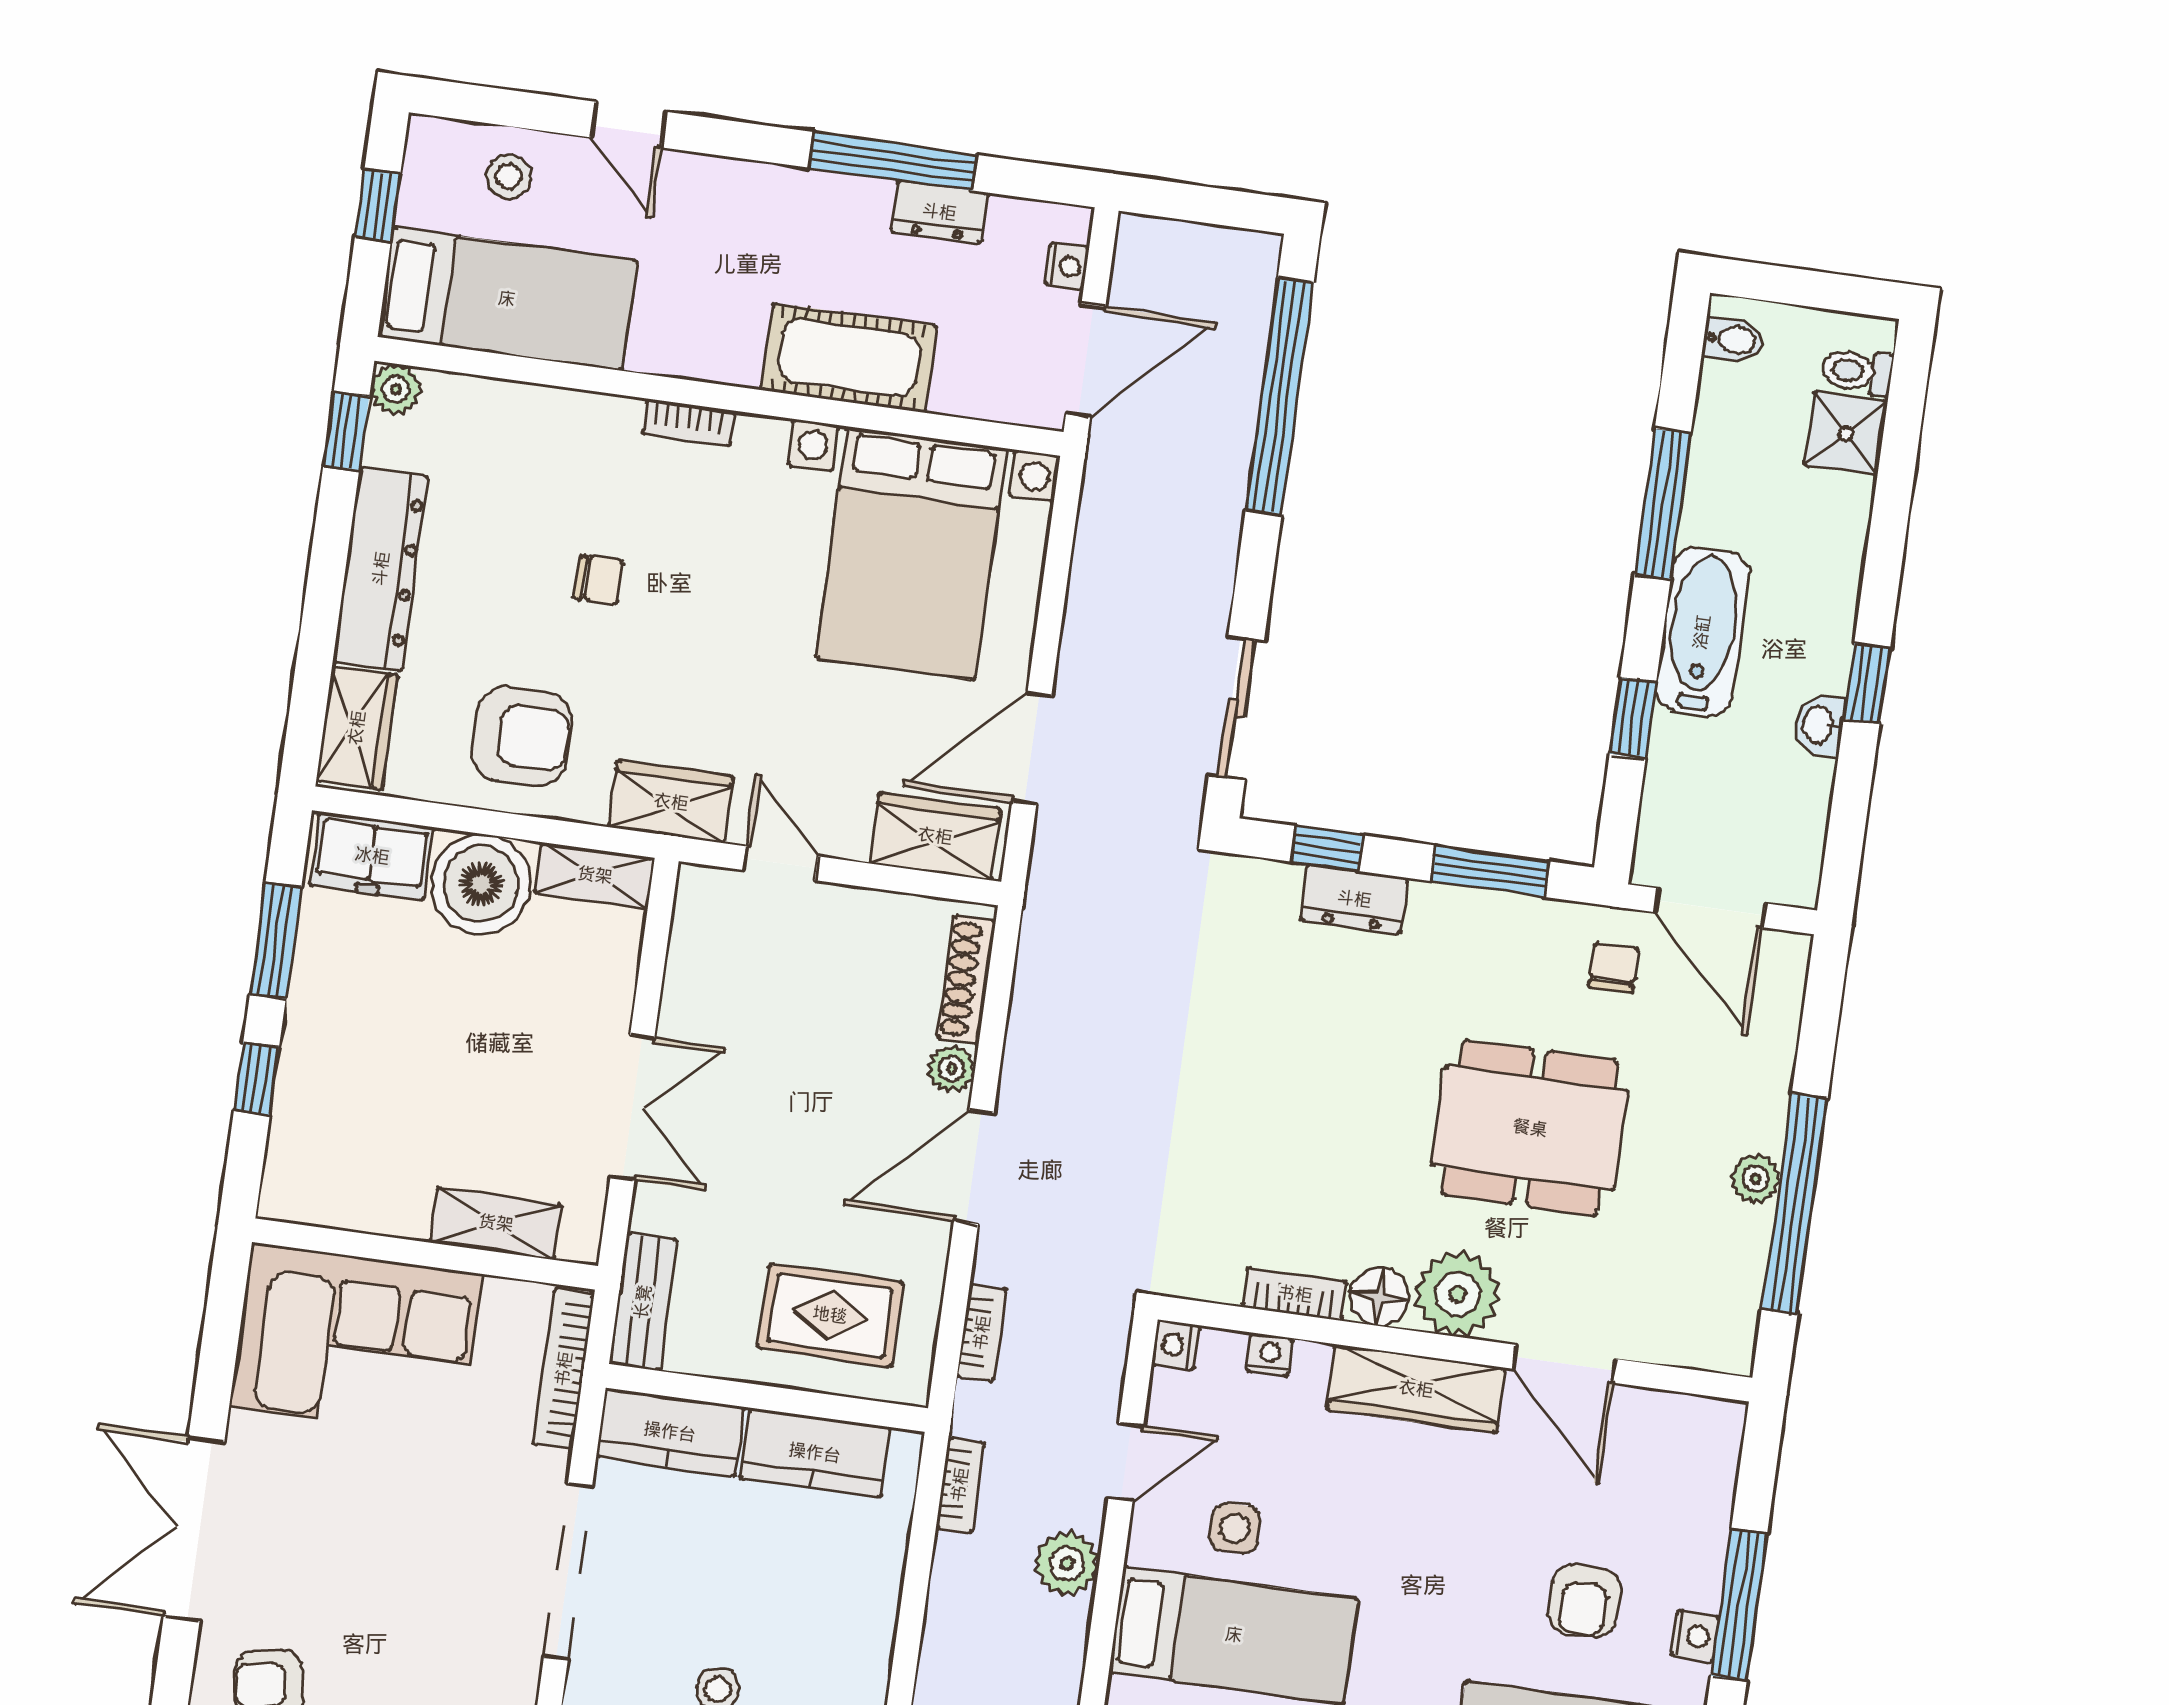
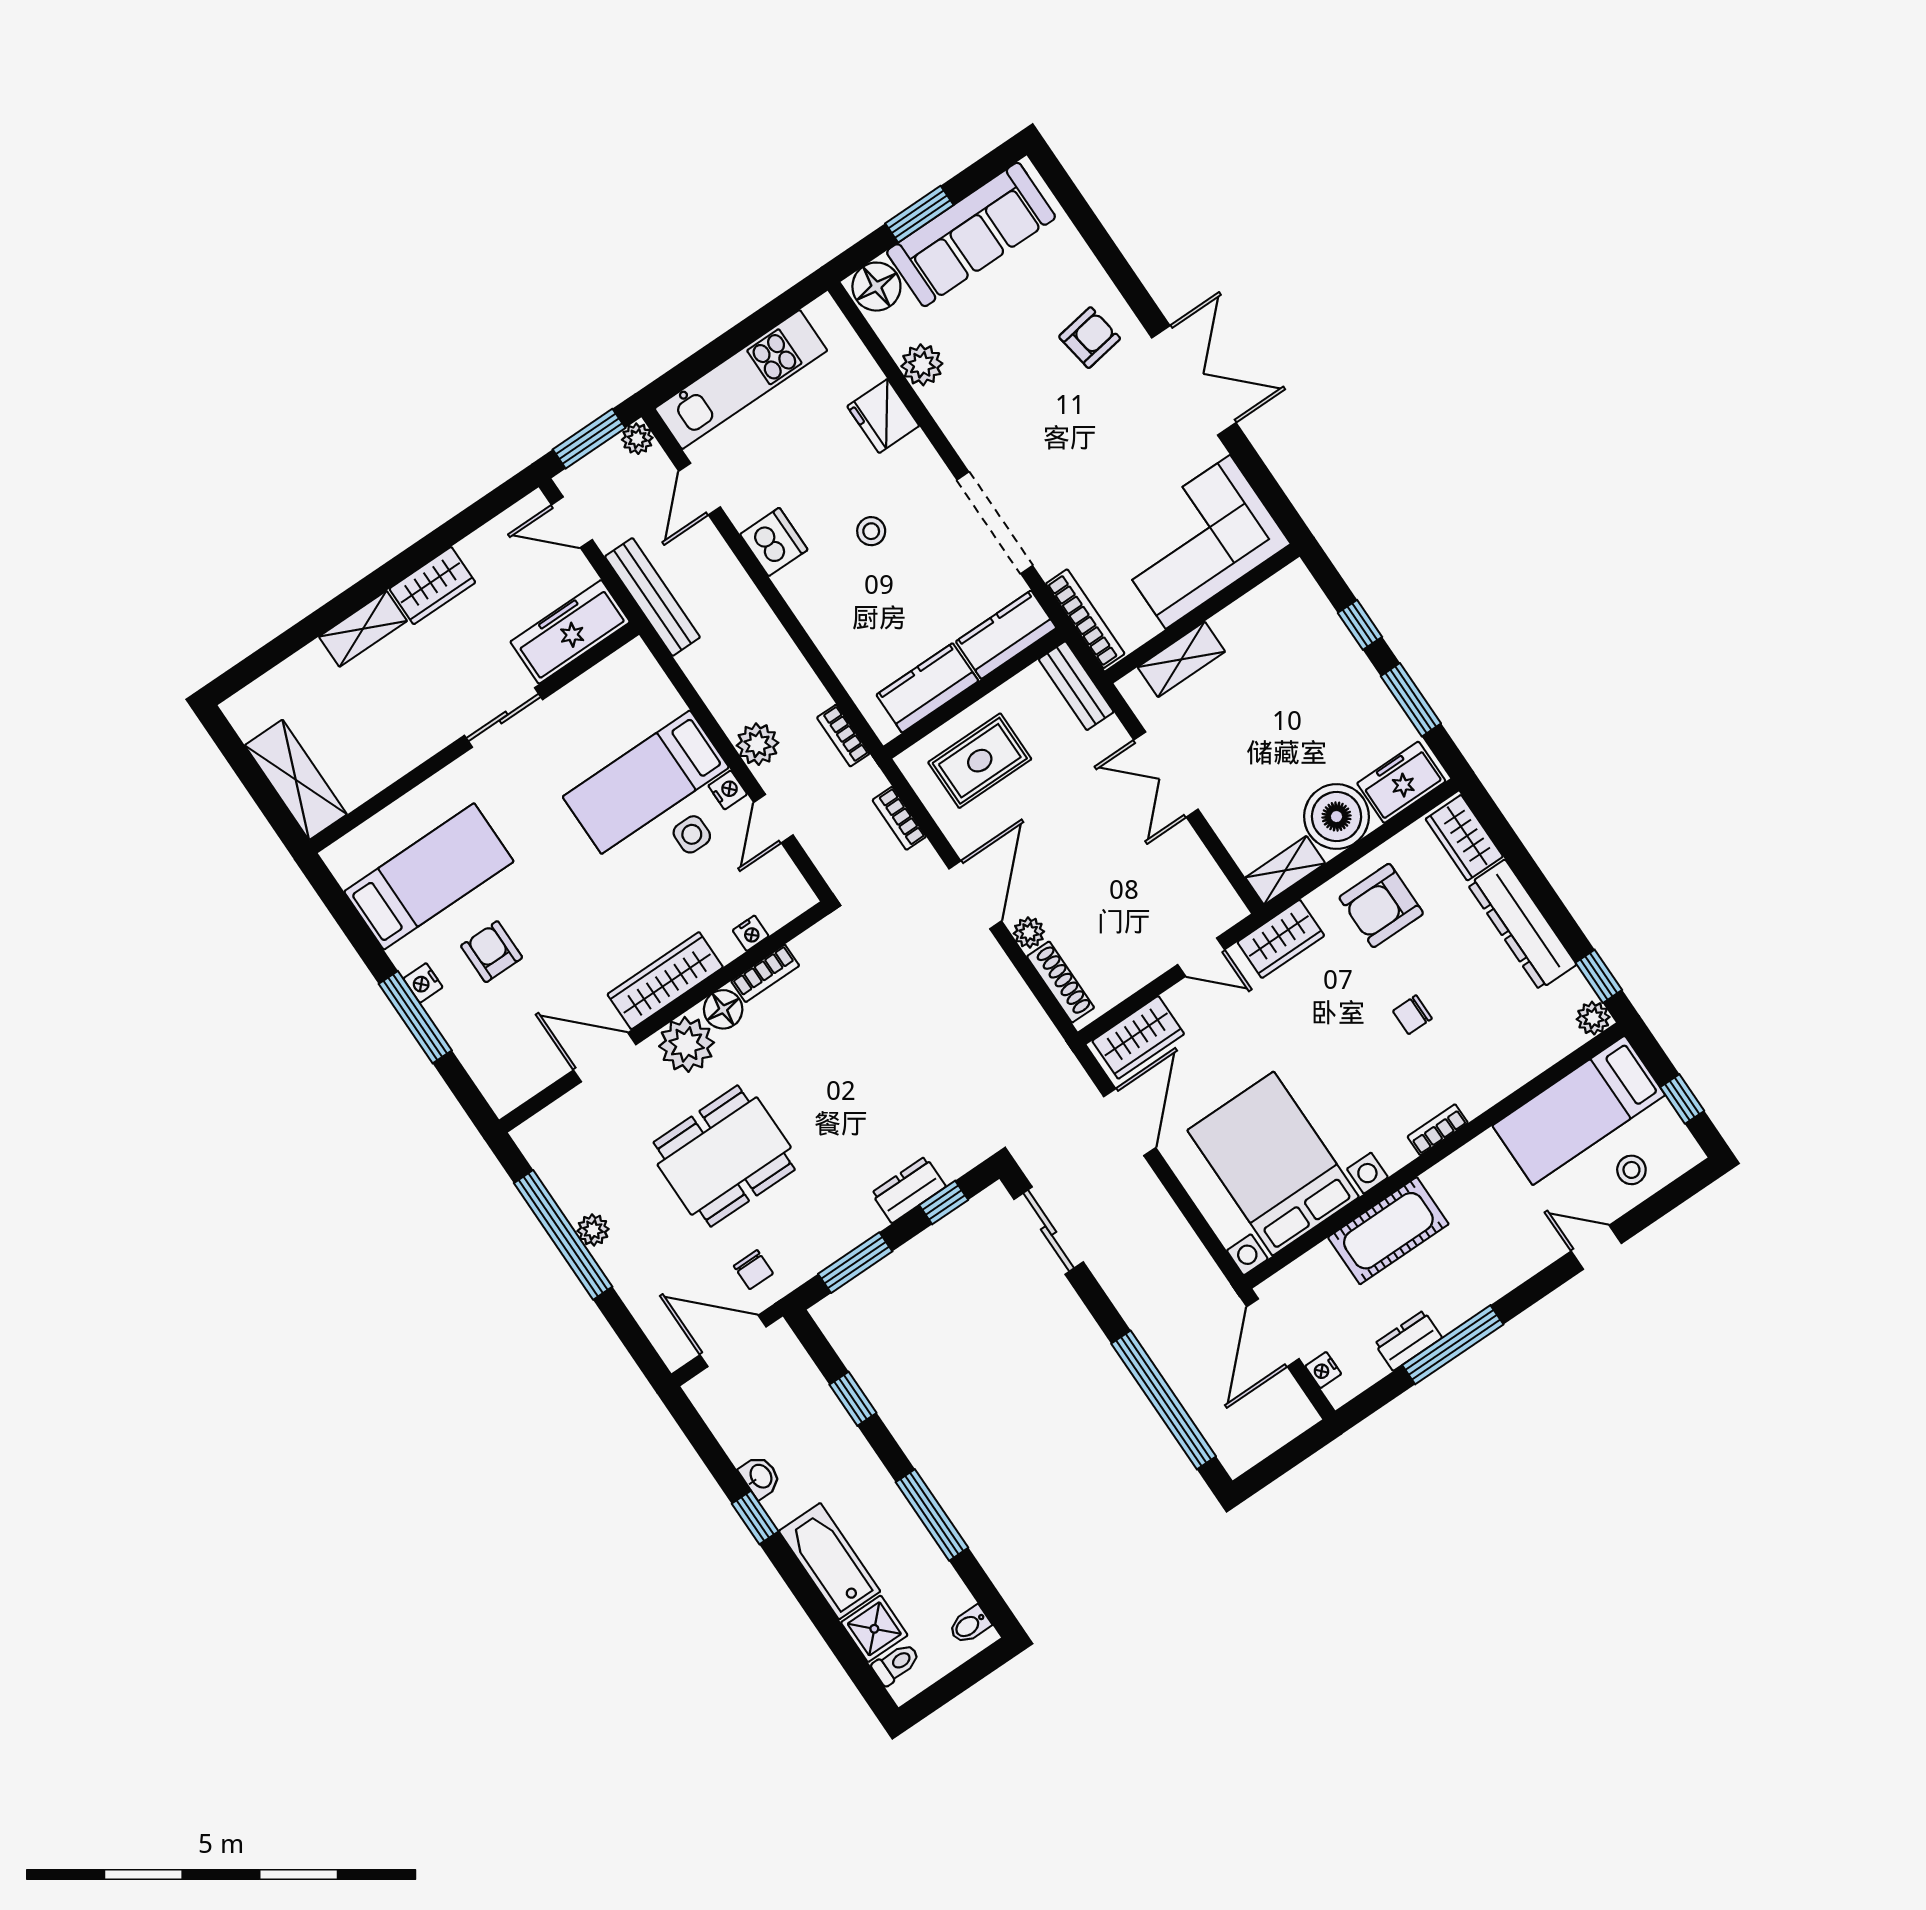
bathtub: (1702, 632) -> (830, 1561), moved, turned 180
nightstand: (1176, 1345) -> (728, 790), moved

